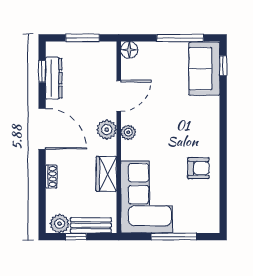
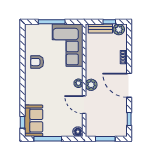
dresser: (54, 78) -> (122, 115), removed
door: (119, 96) -> (84, 105), hinge flipped
wardrobe: (106, 174) -> (91, 59), removed

